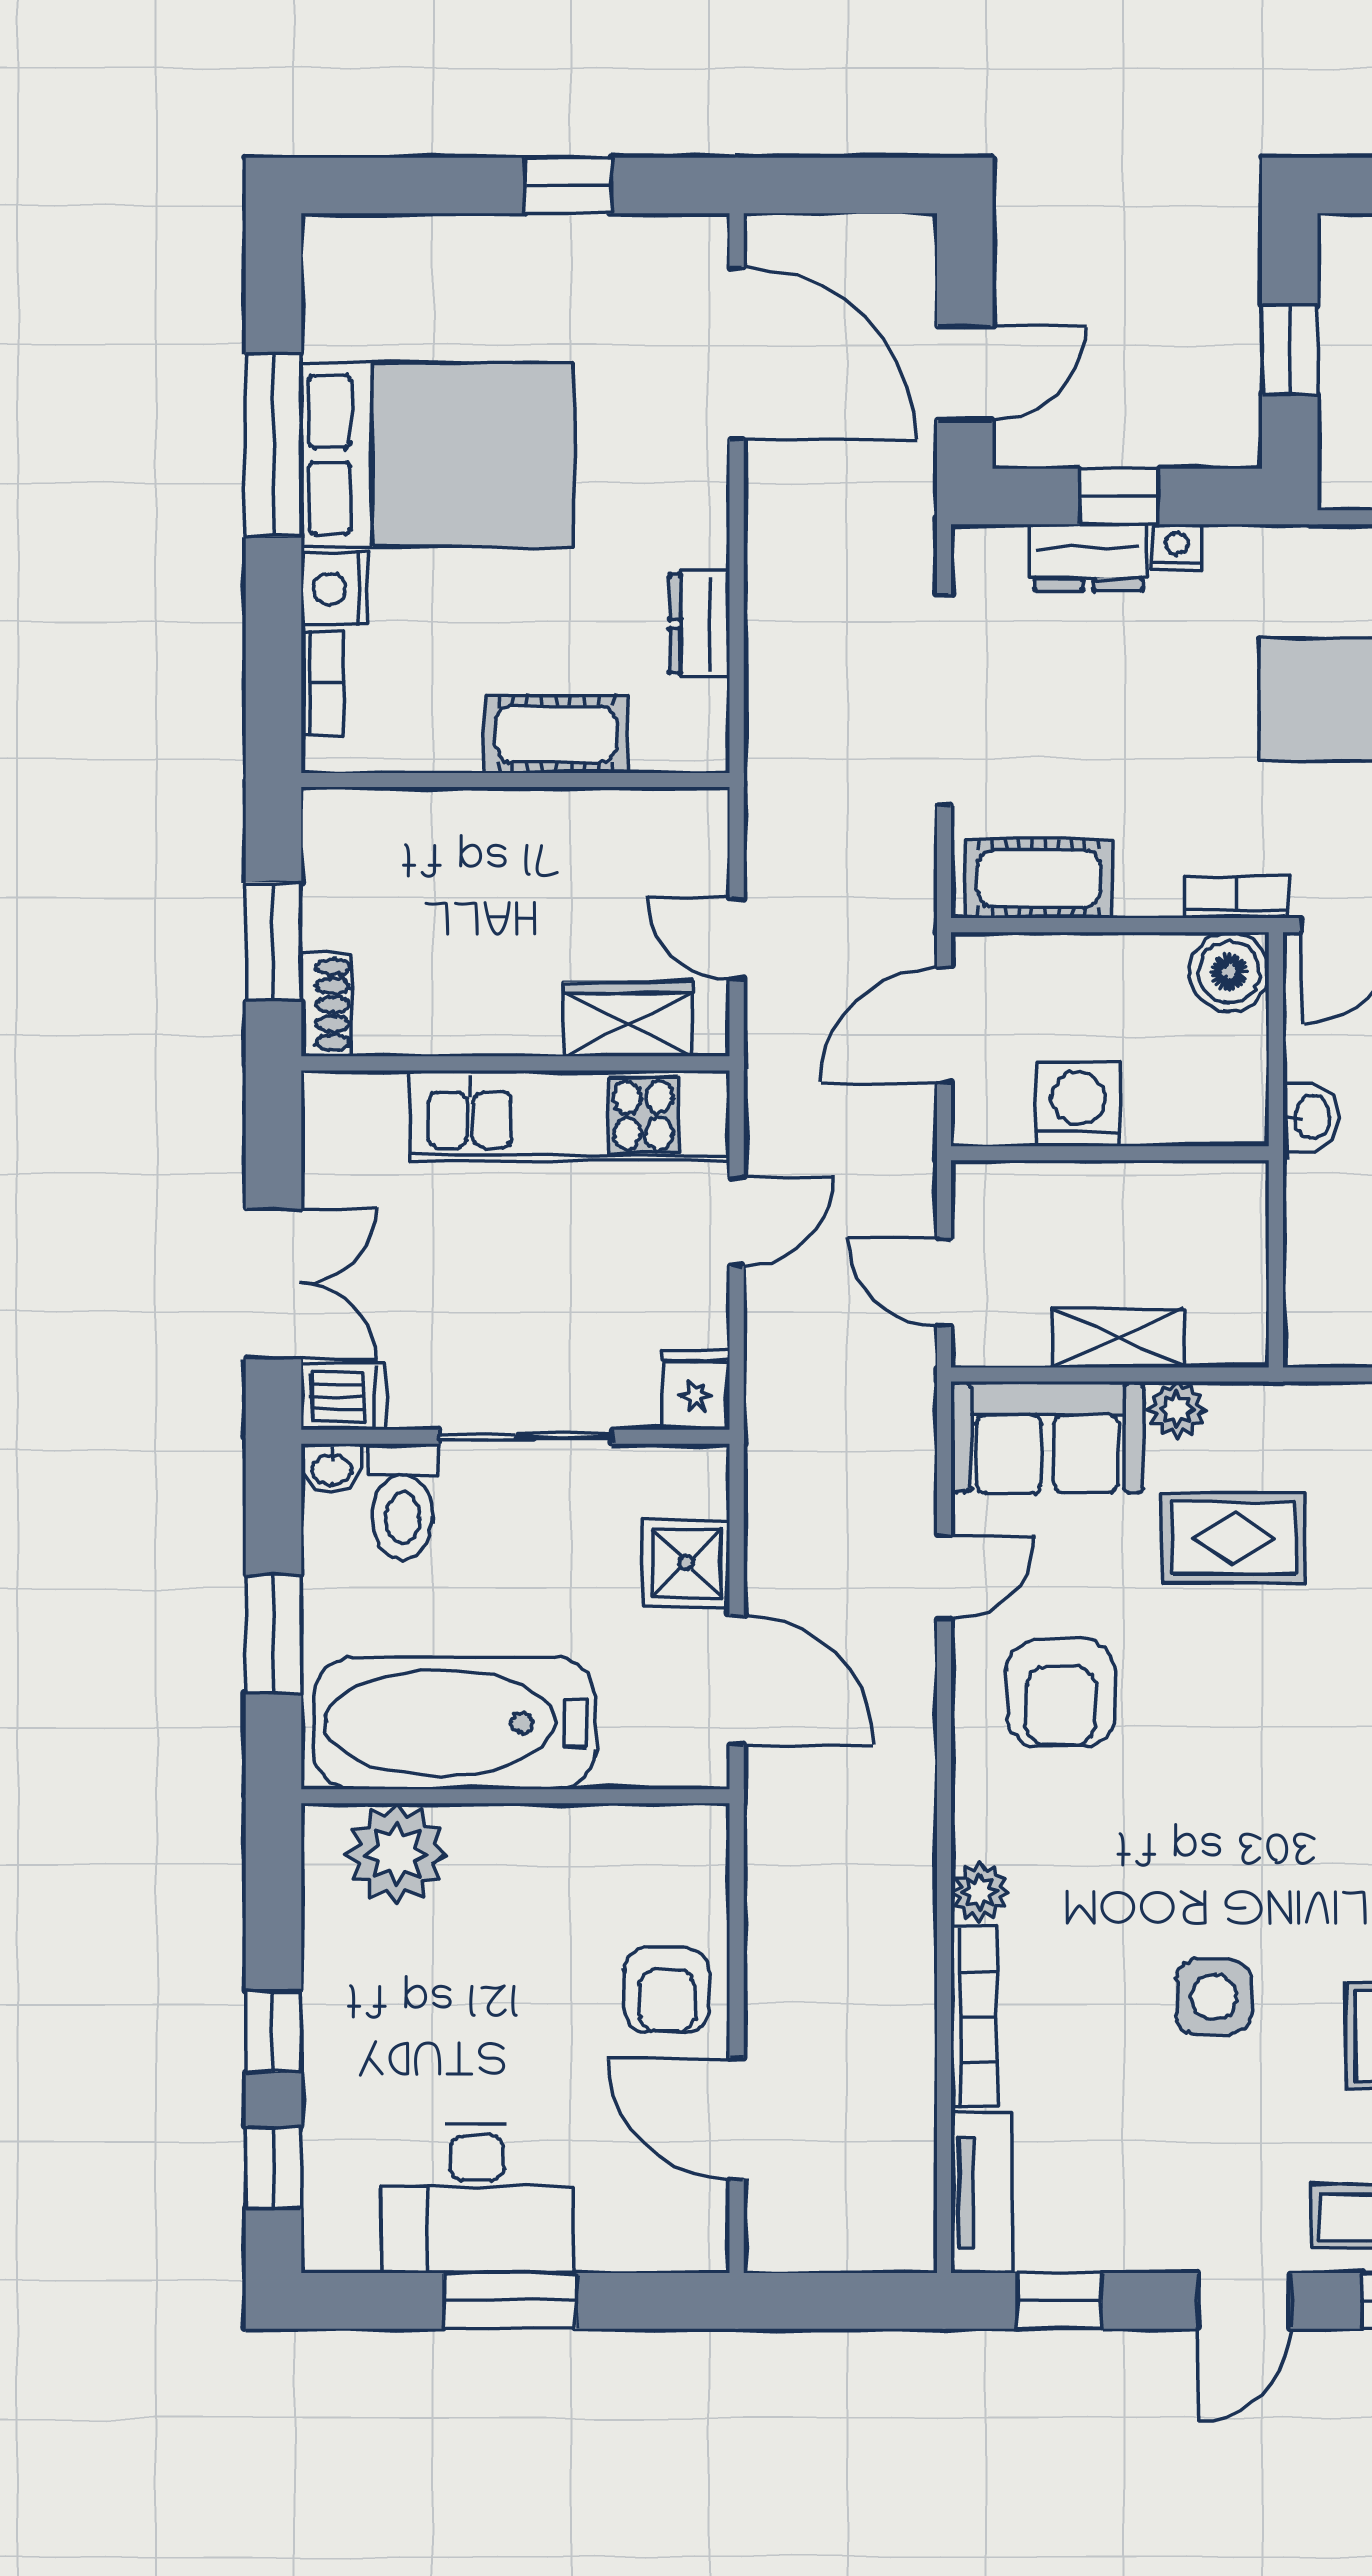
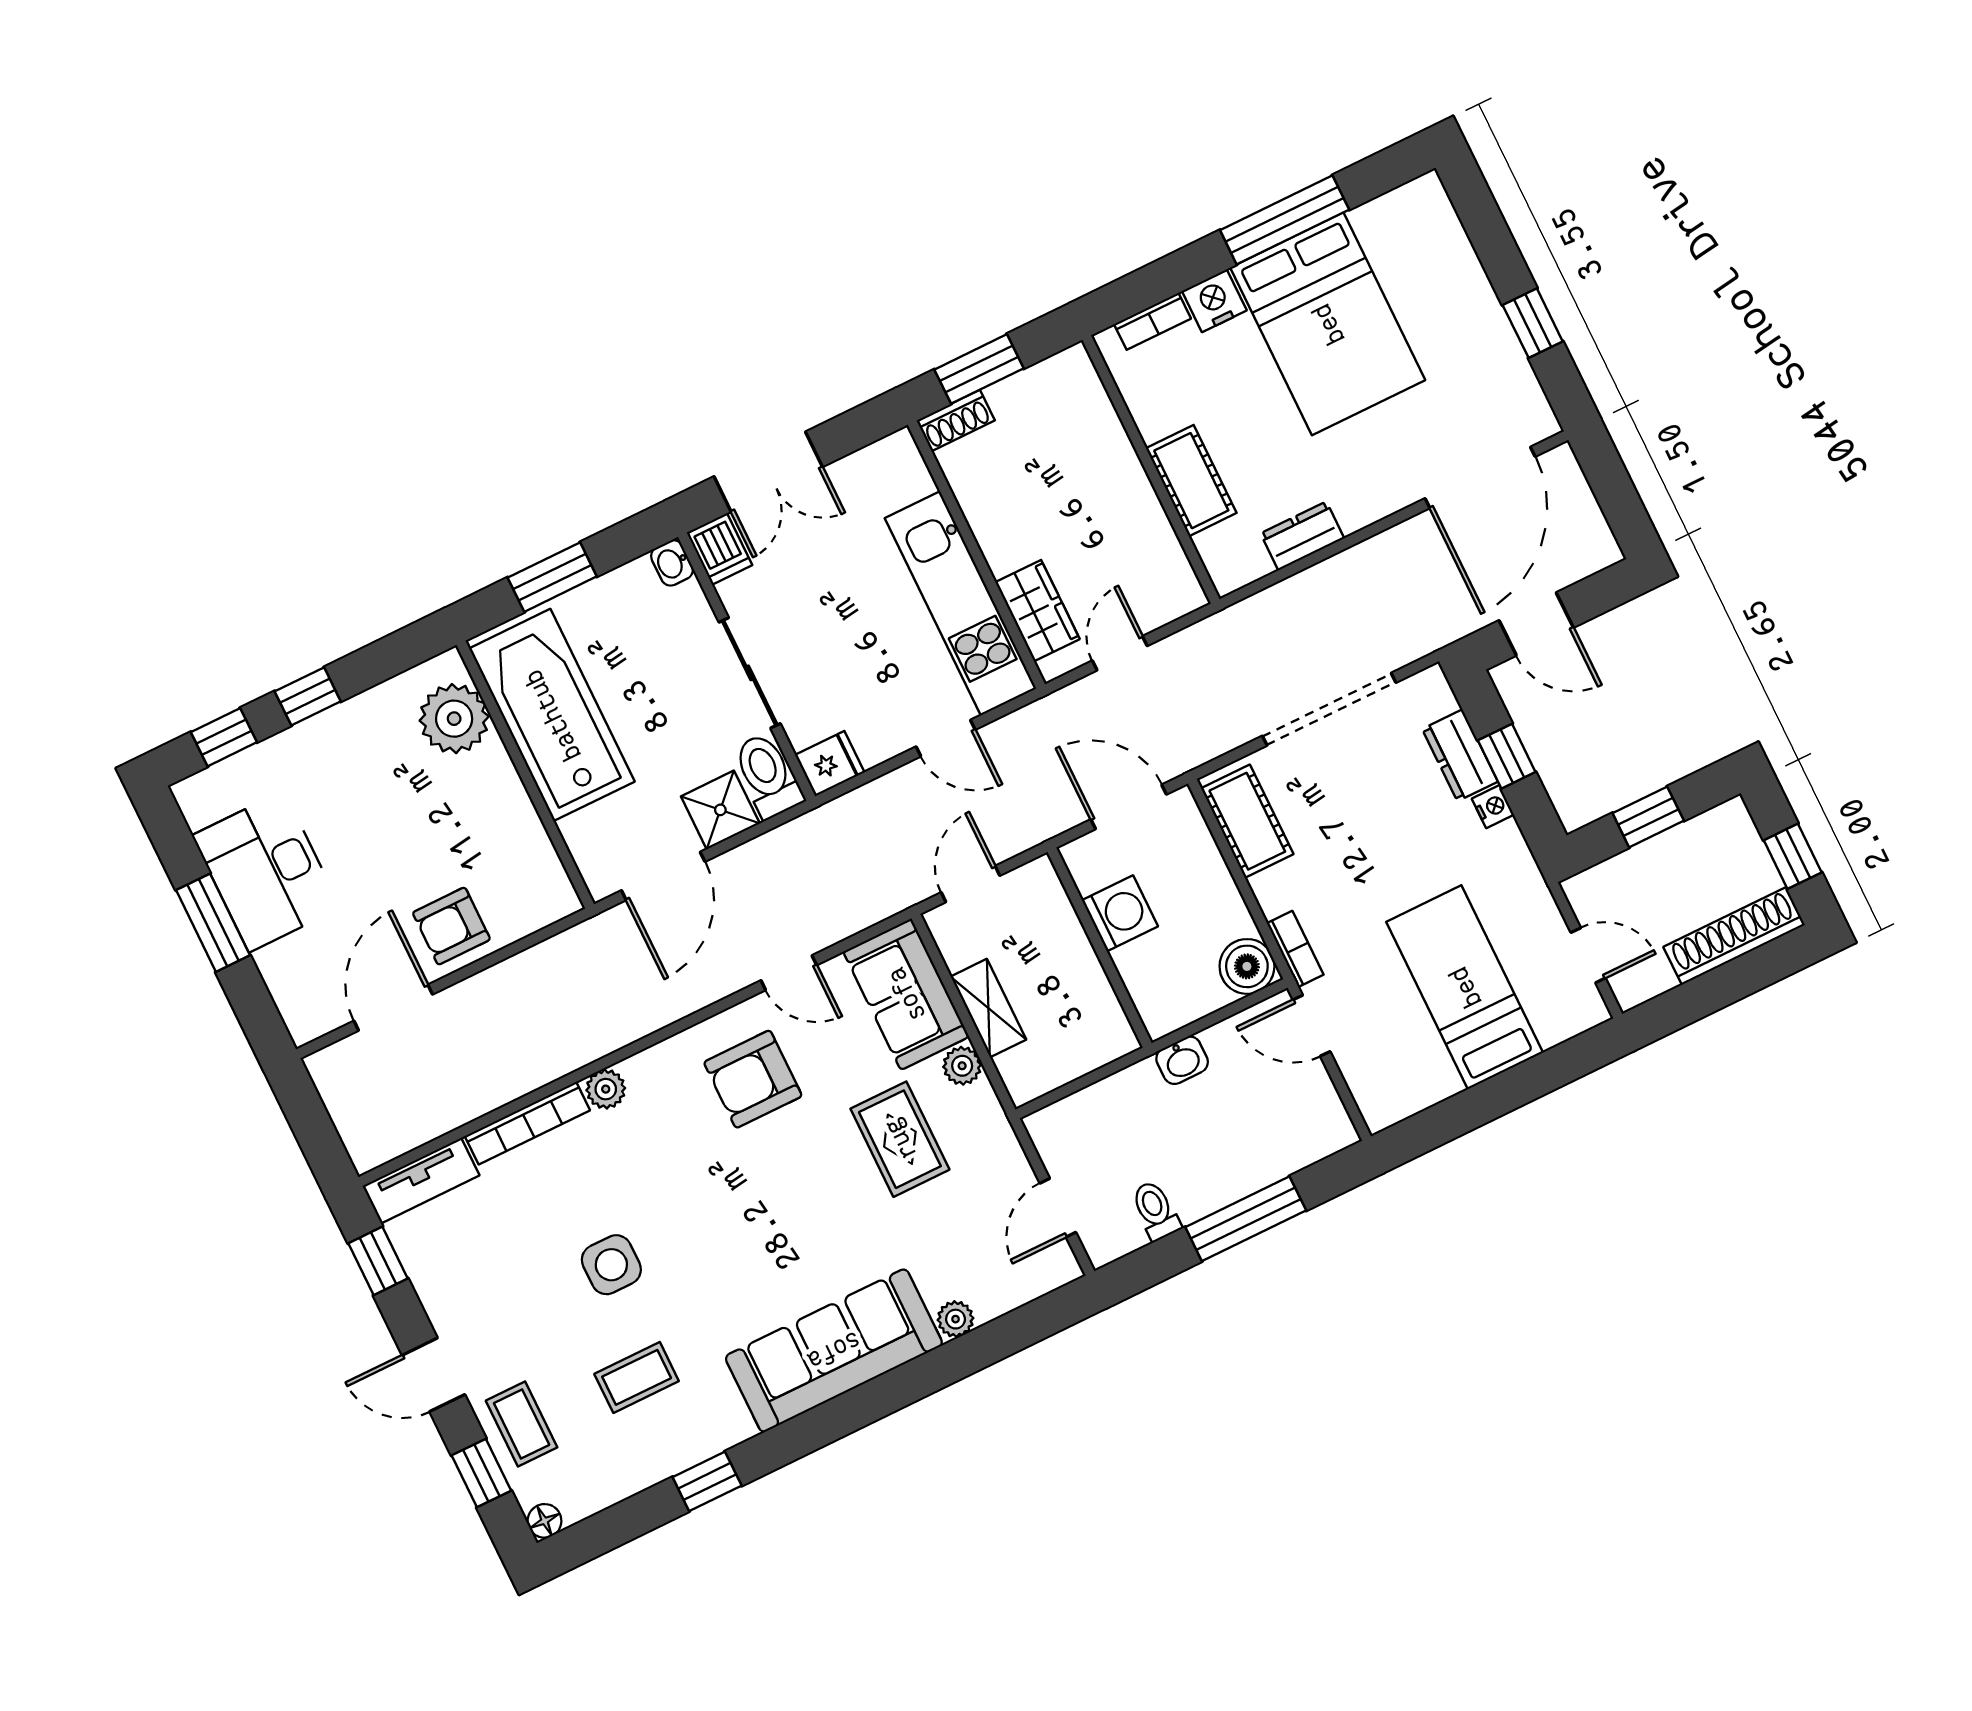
toilet: (403, 1502) -> (768, 775), moved, turned 90

